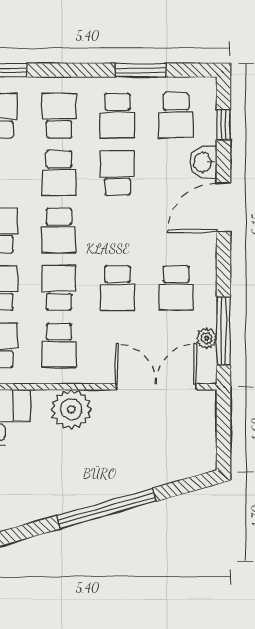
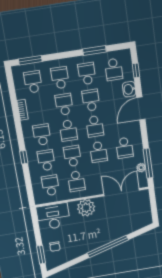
school desk: (117, 115) -> (87, 74), turned 180
school desk: (59, 173) -> (64, 104), turned 180
school desk: (117, 230) -> (95, 126), added

